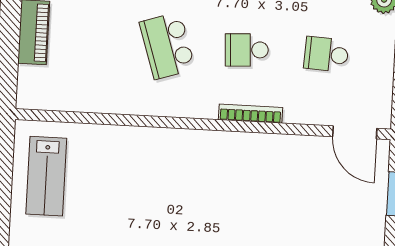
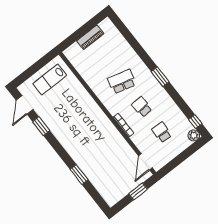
school desk: (167, 46) -> (122, 82), turned 33

